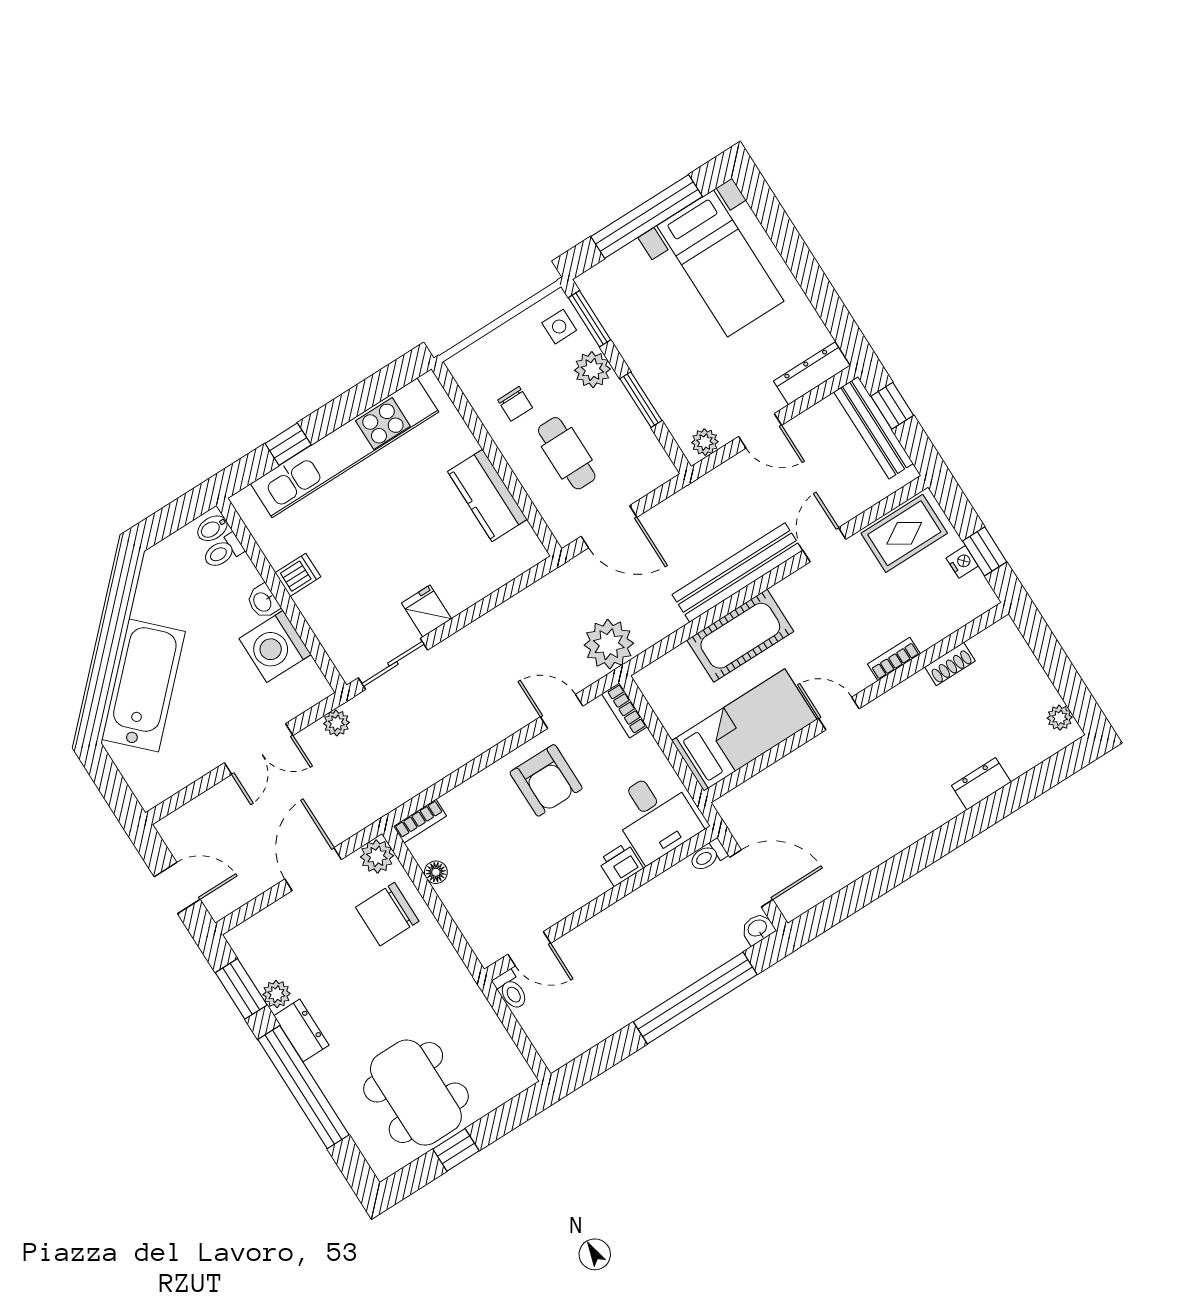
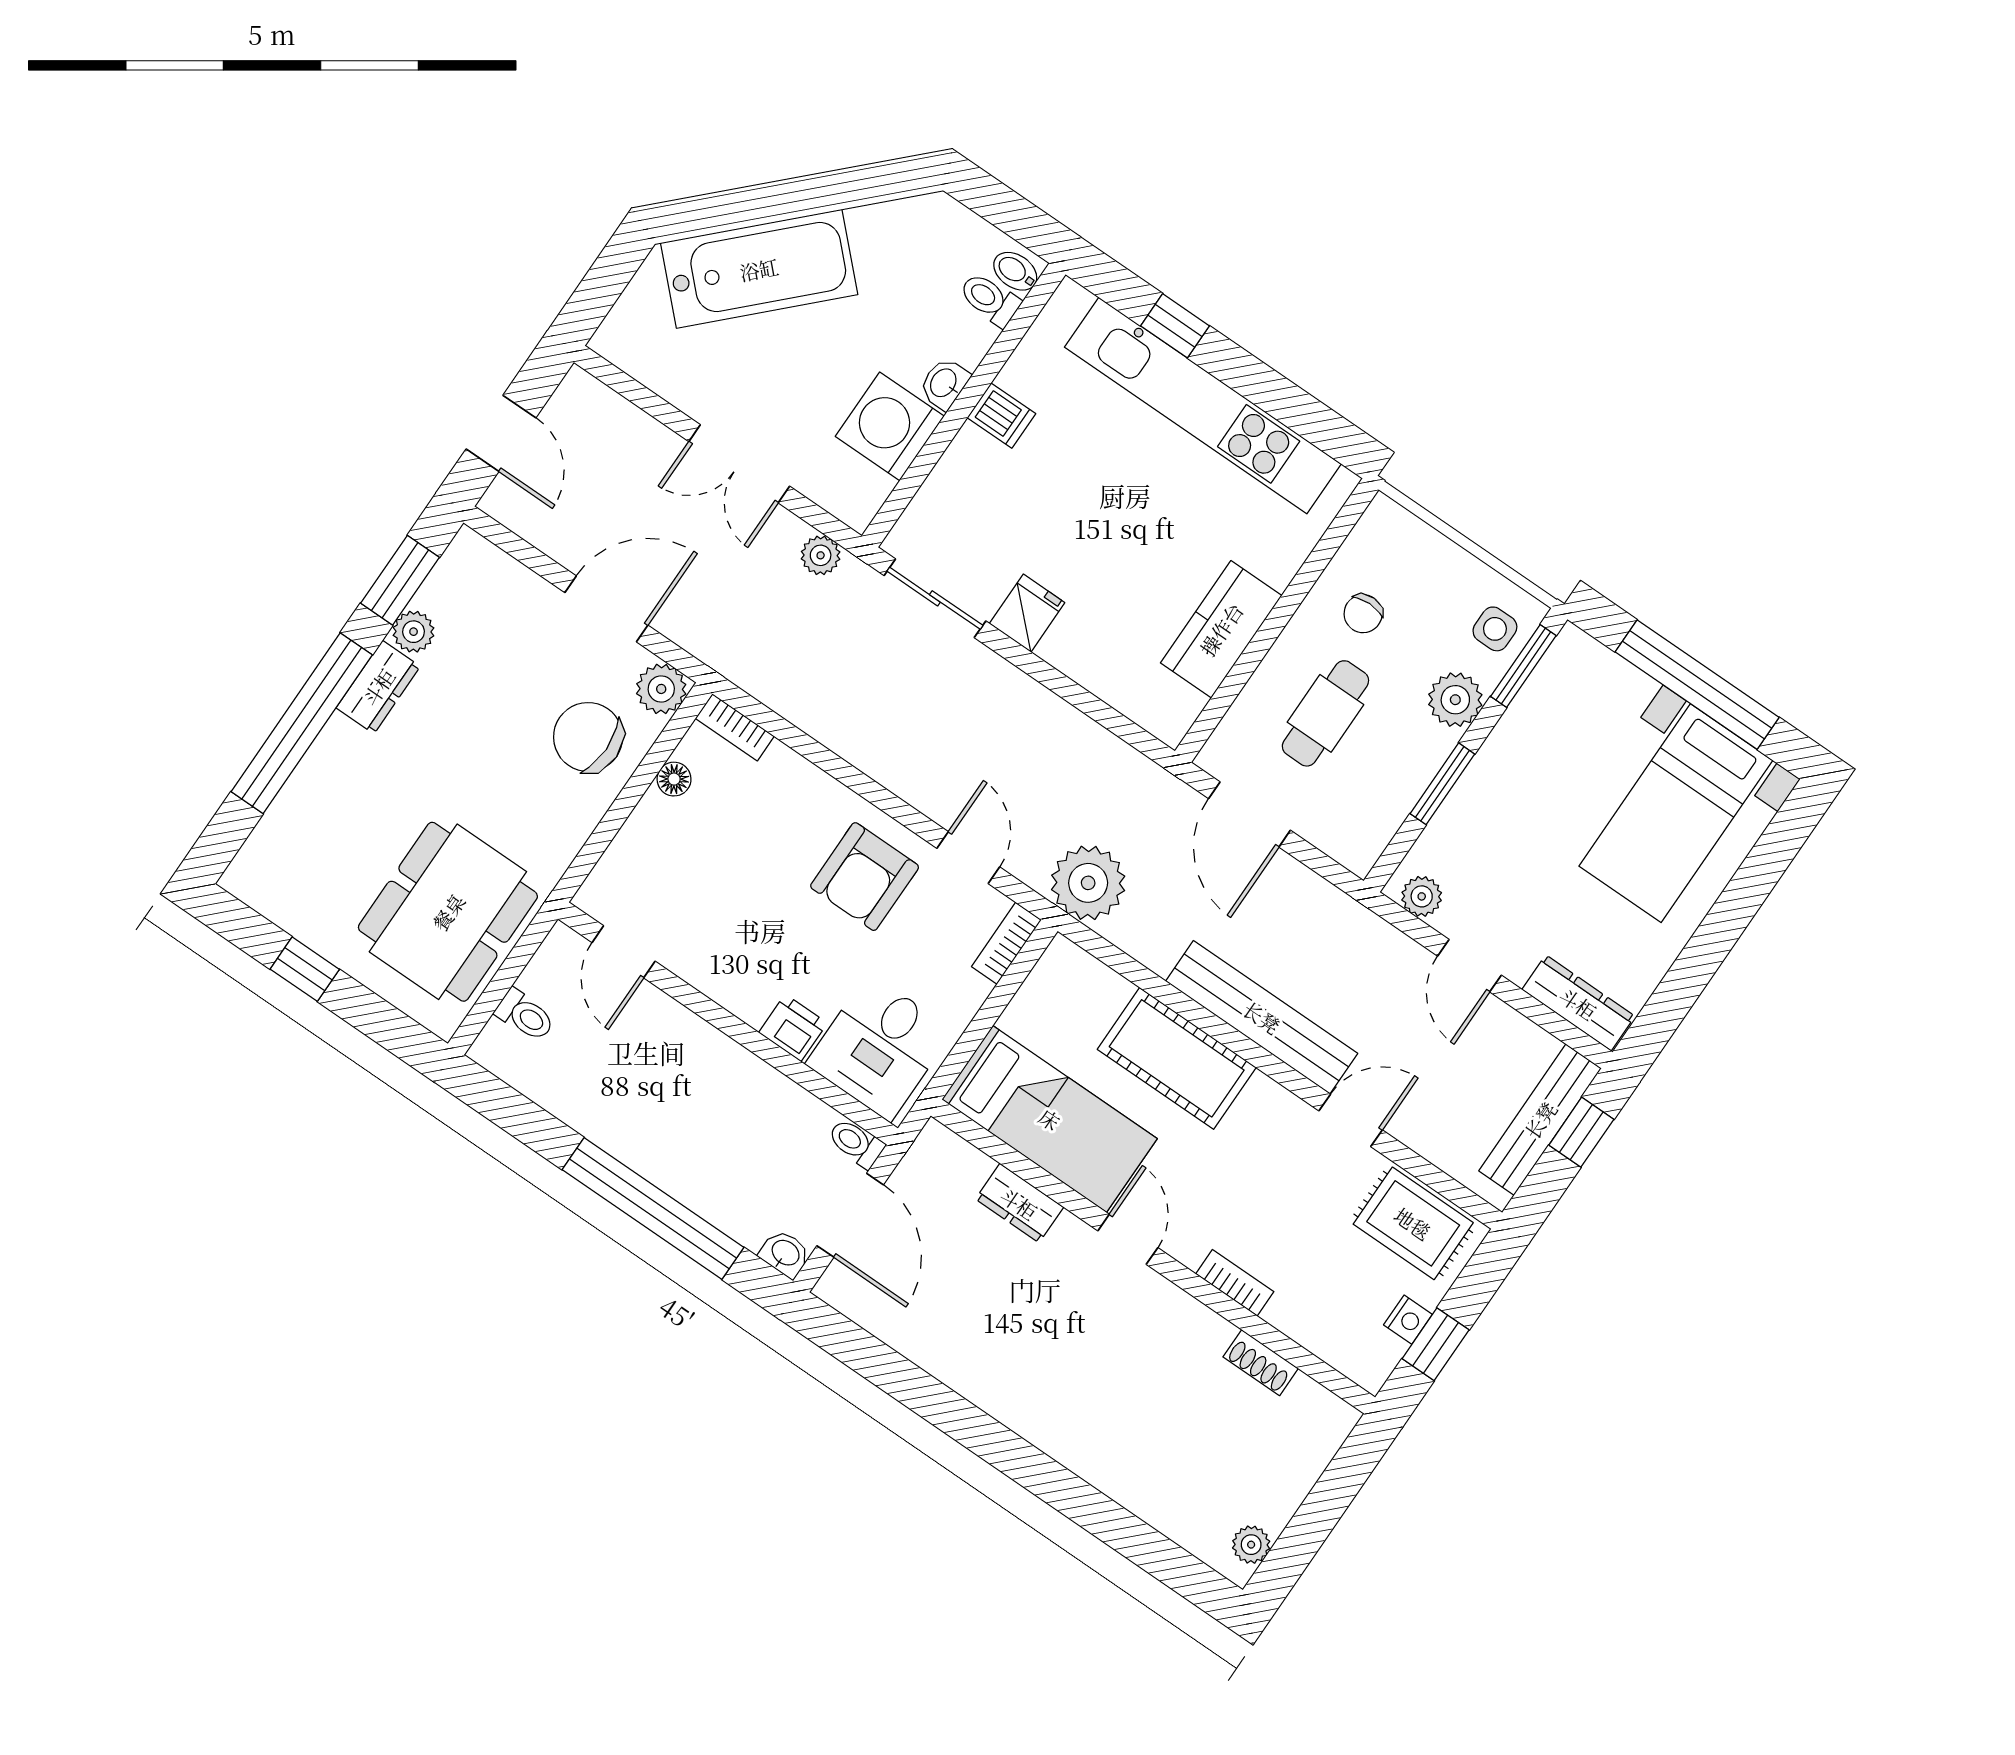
dresser: (981, 784) -> (1019, 1203), moved, turned 180
toilet: (511, 990) -> (525, 1015), moved, turned -90
dining table: (416, 1093) -> (448, 912), moved

